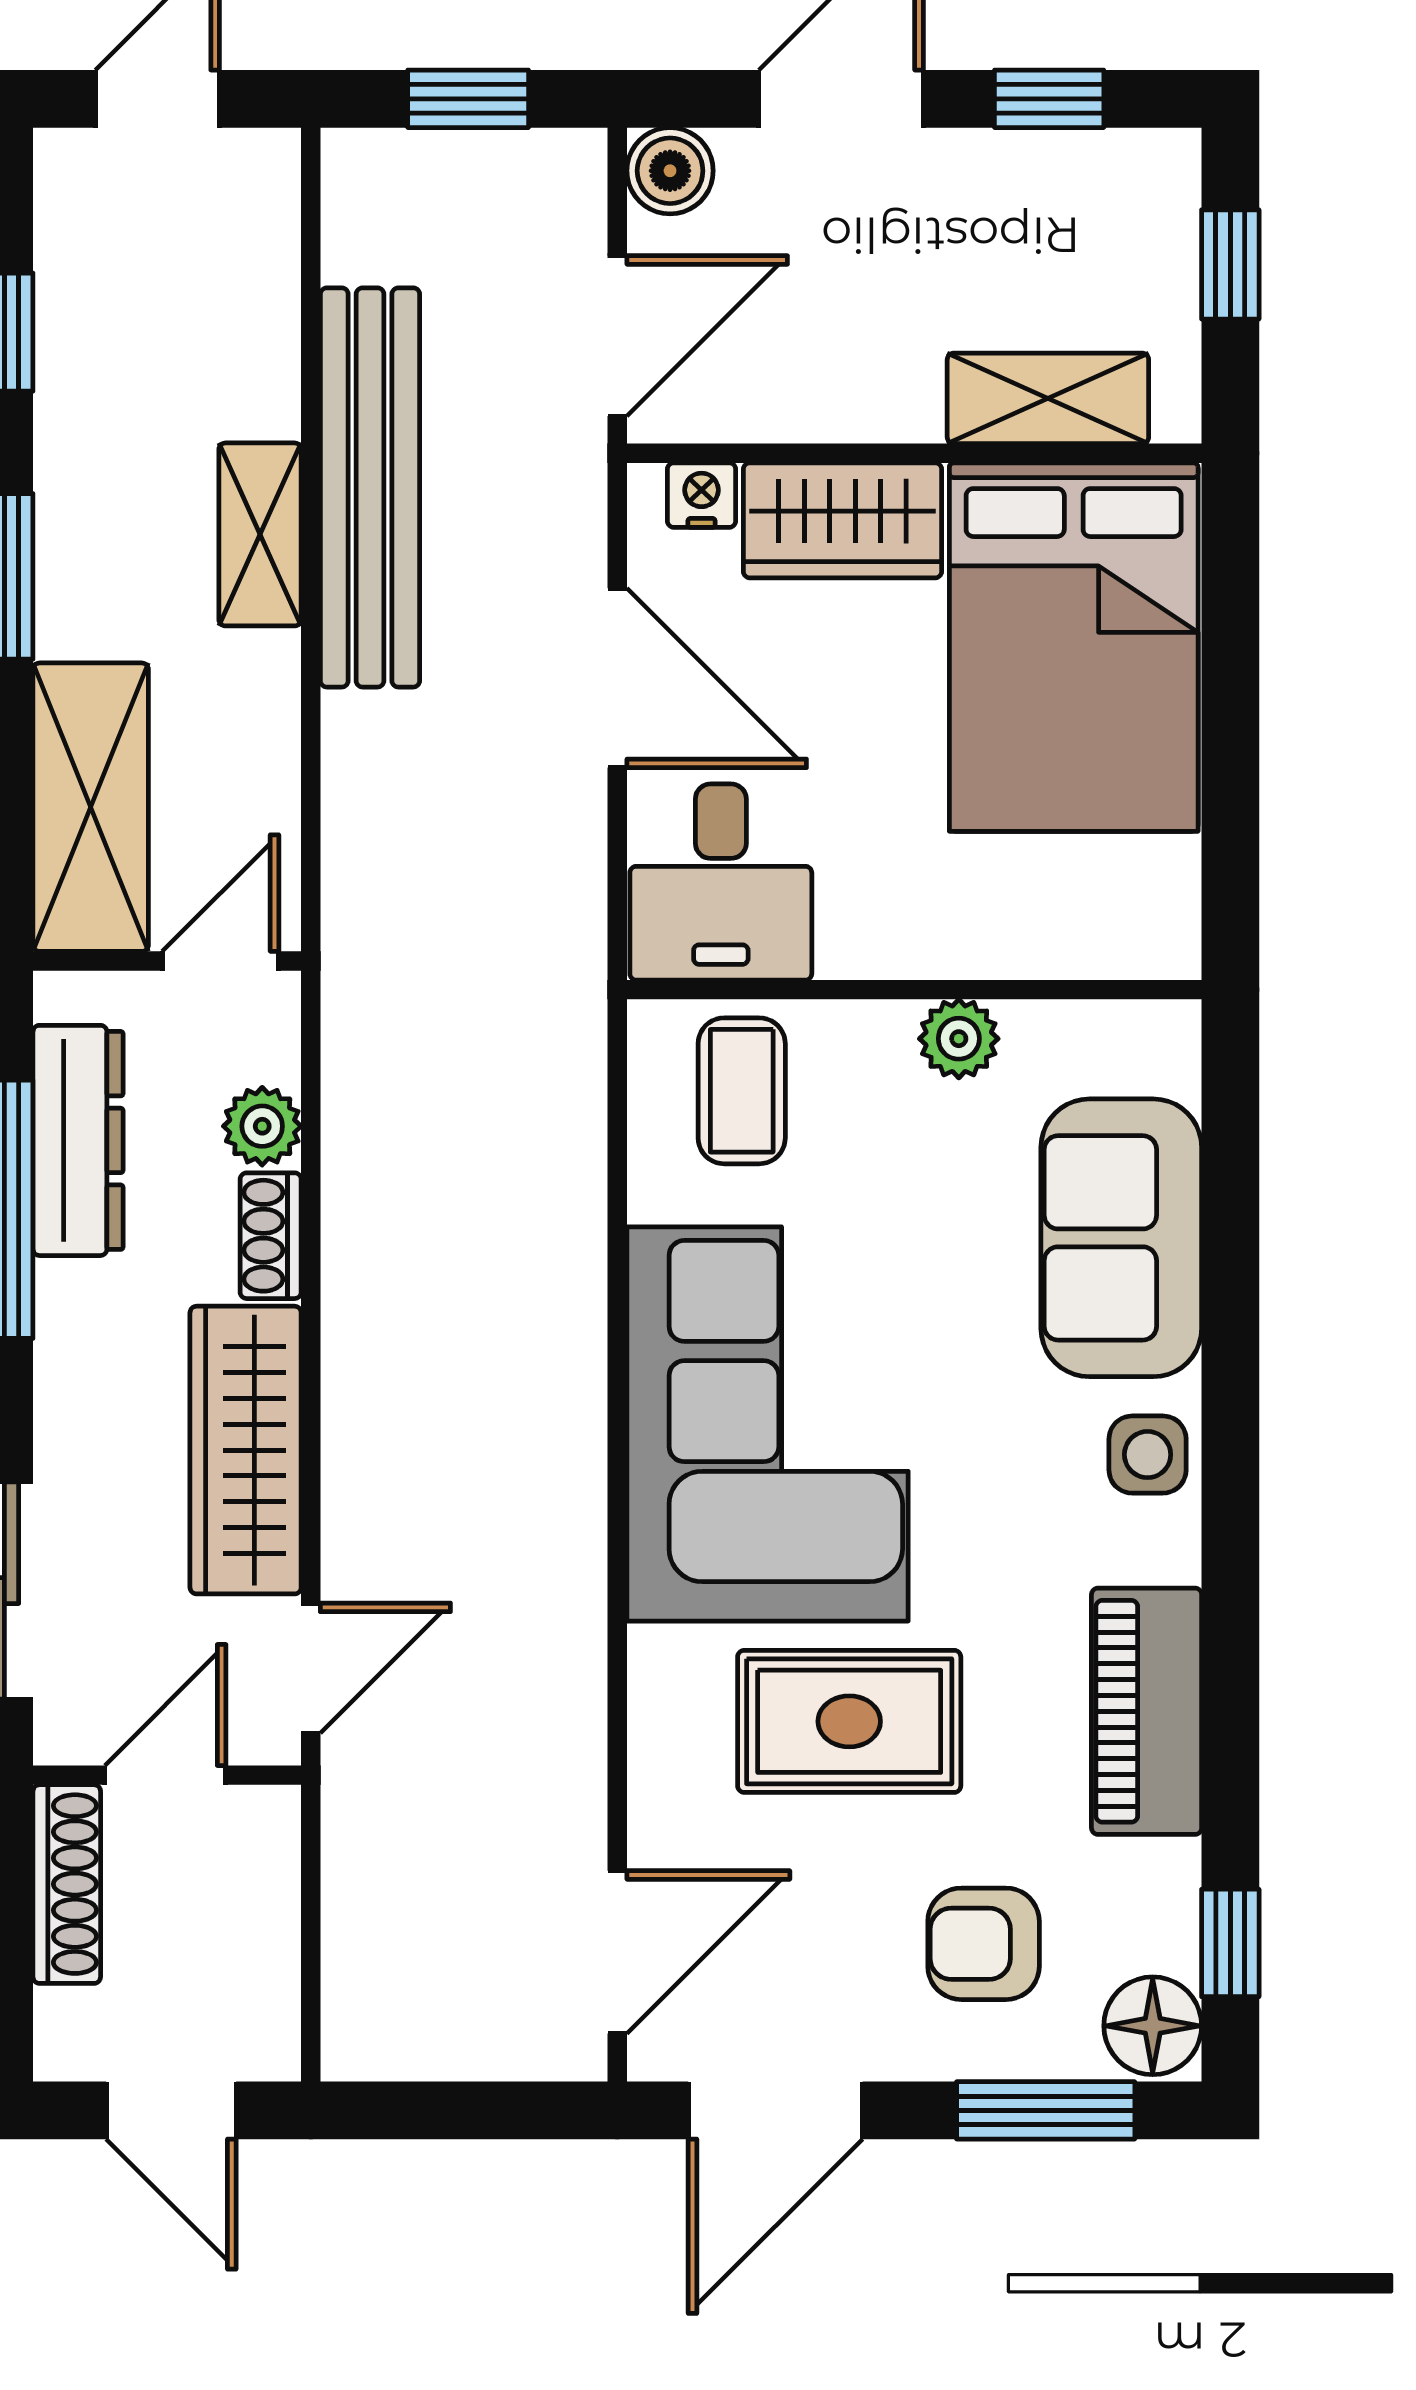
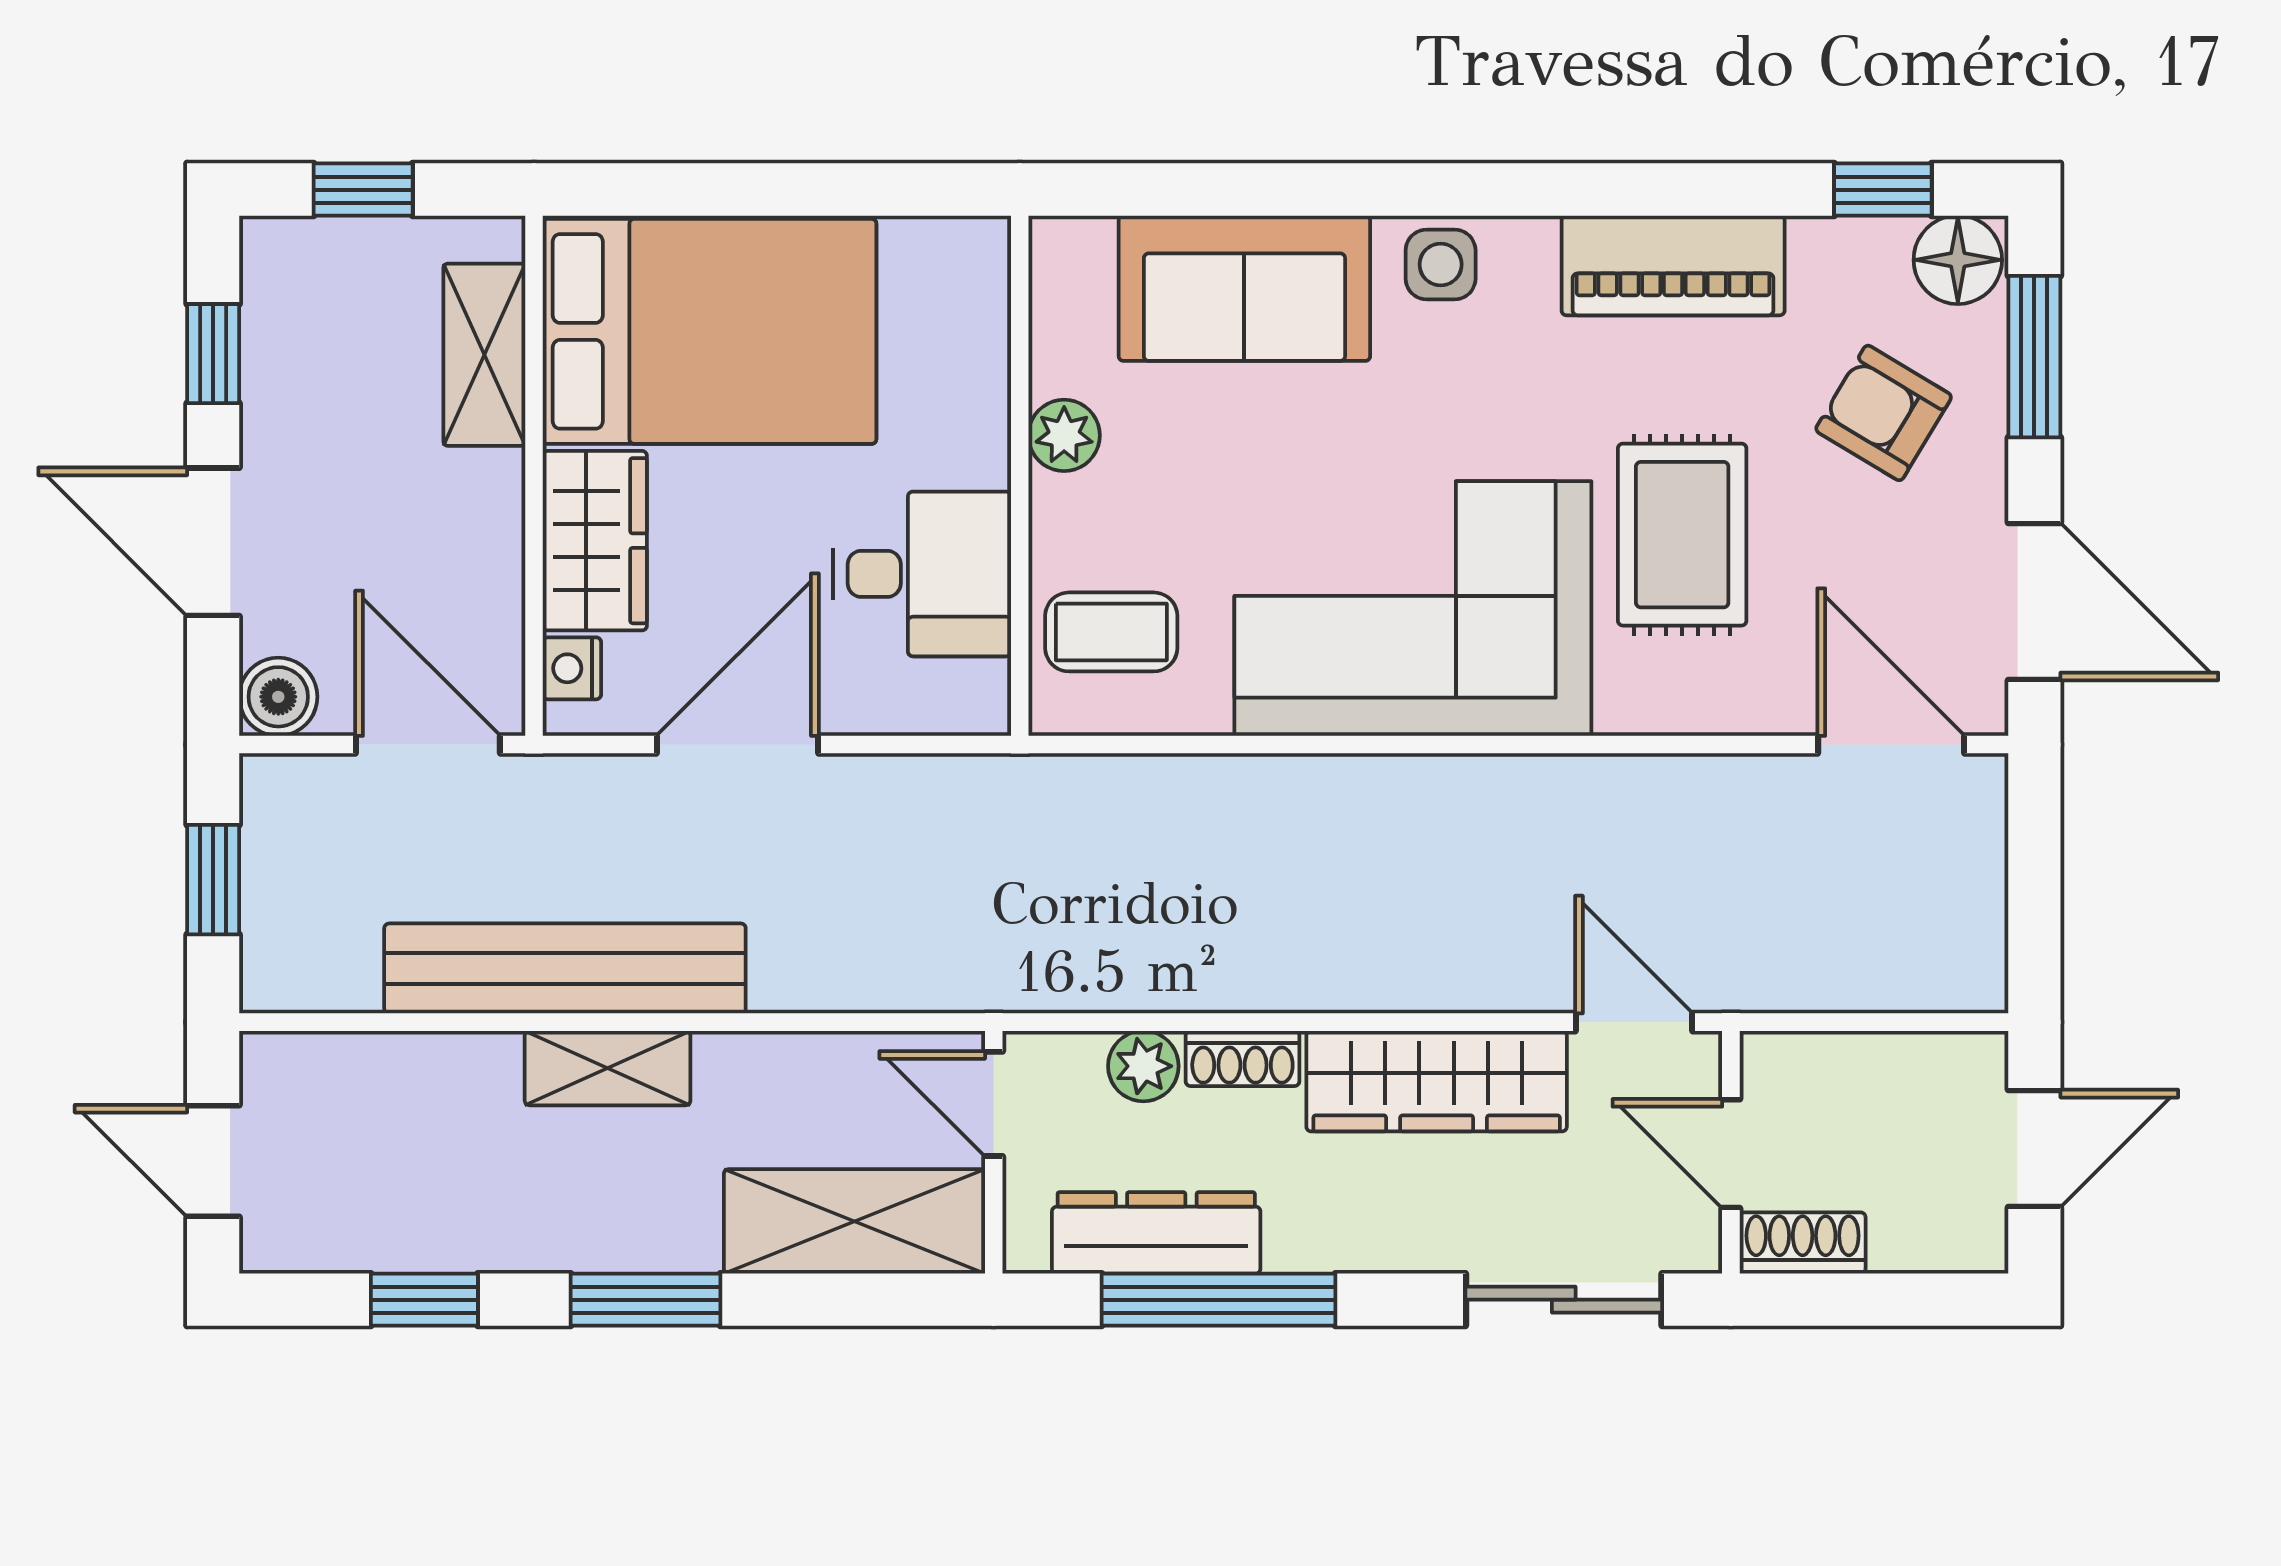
desk: (721, 882) -> (922, 574), moved
shoe rack: (67, 1884) -> (1803, 1243), width x0.70
armchair: (984, 1944) -> (1884, 413), turned 121

